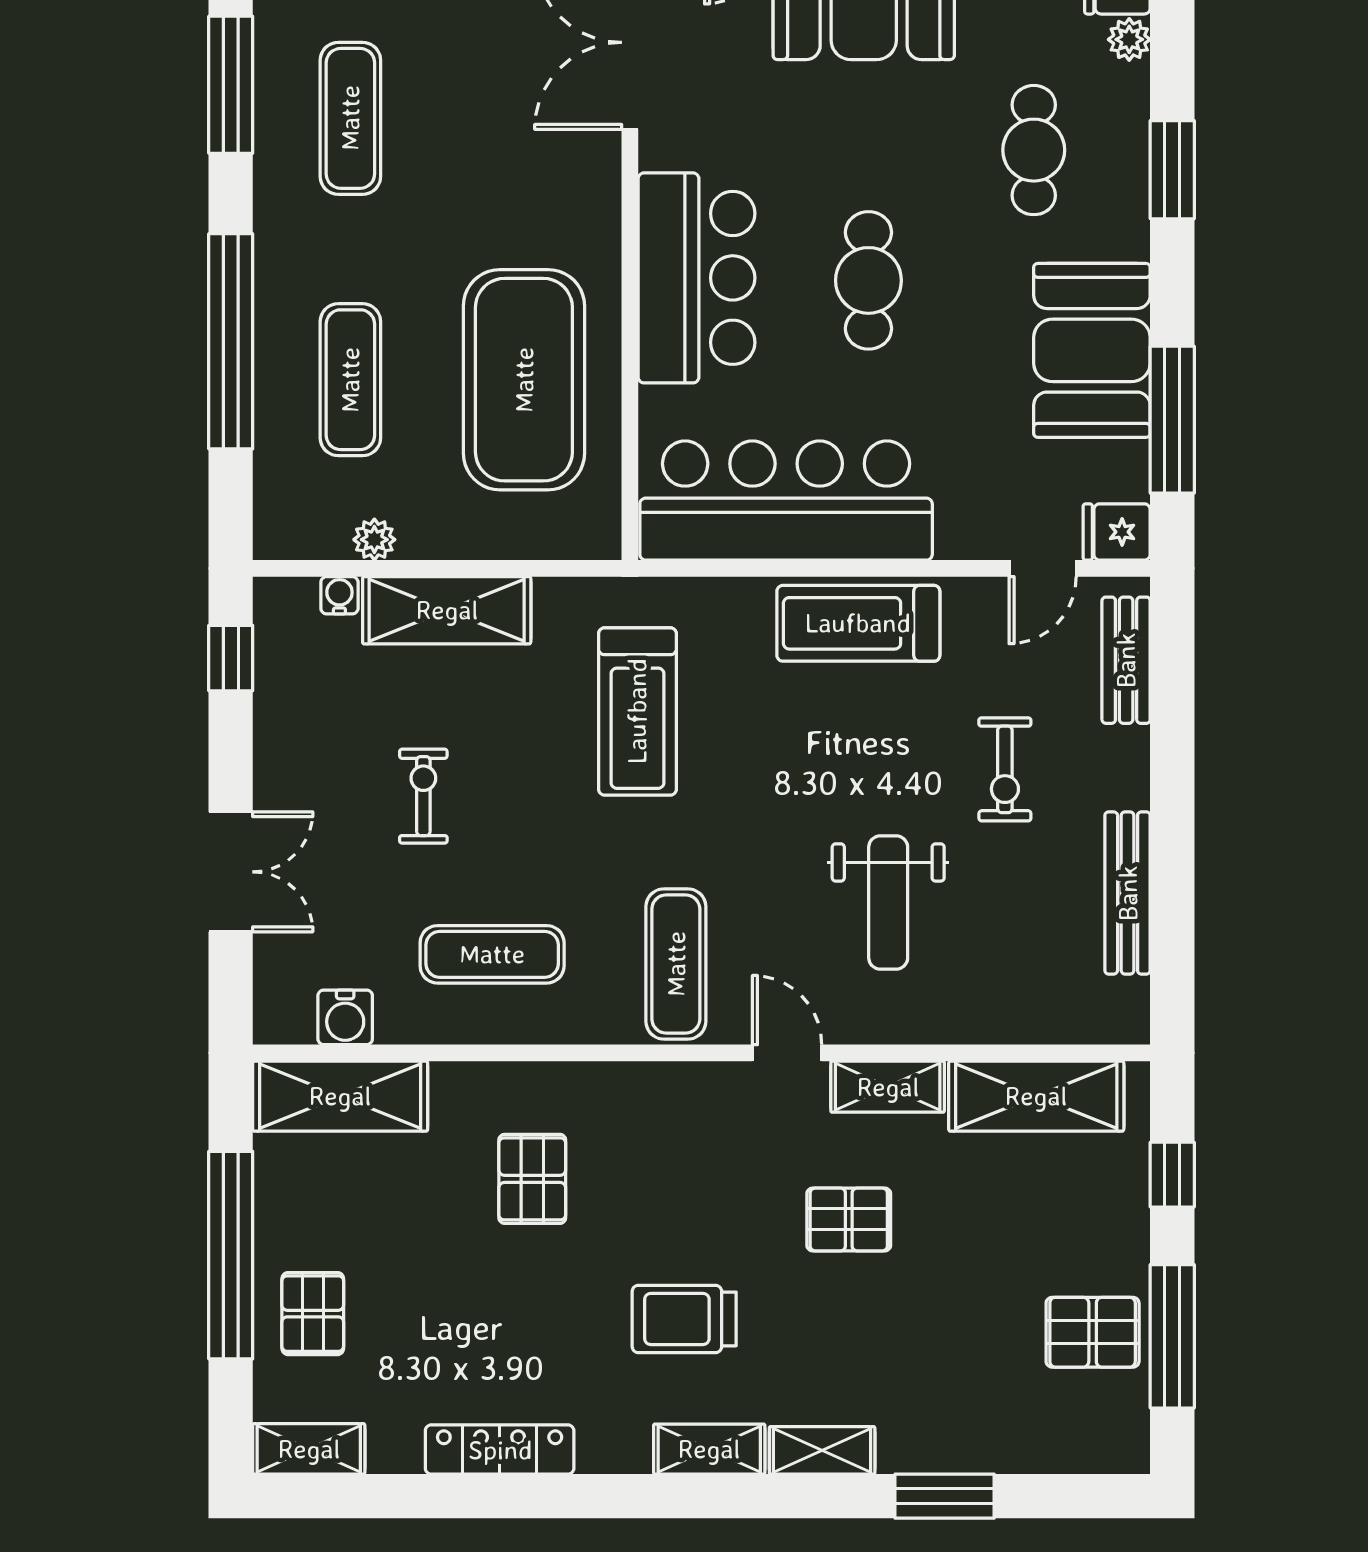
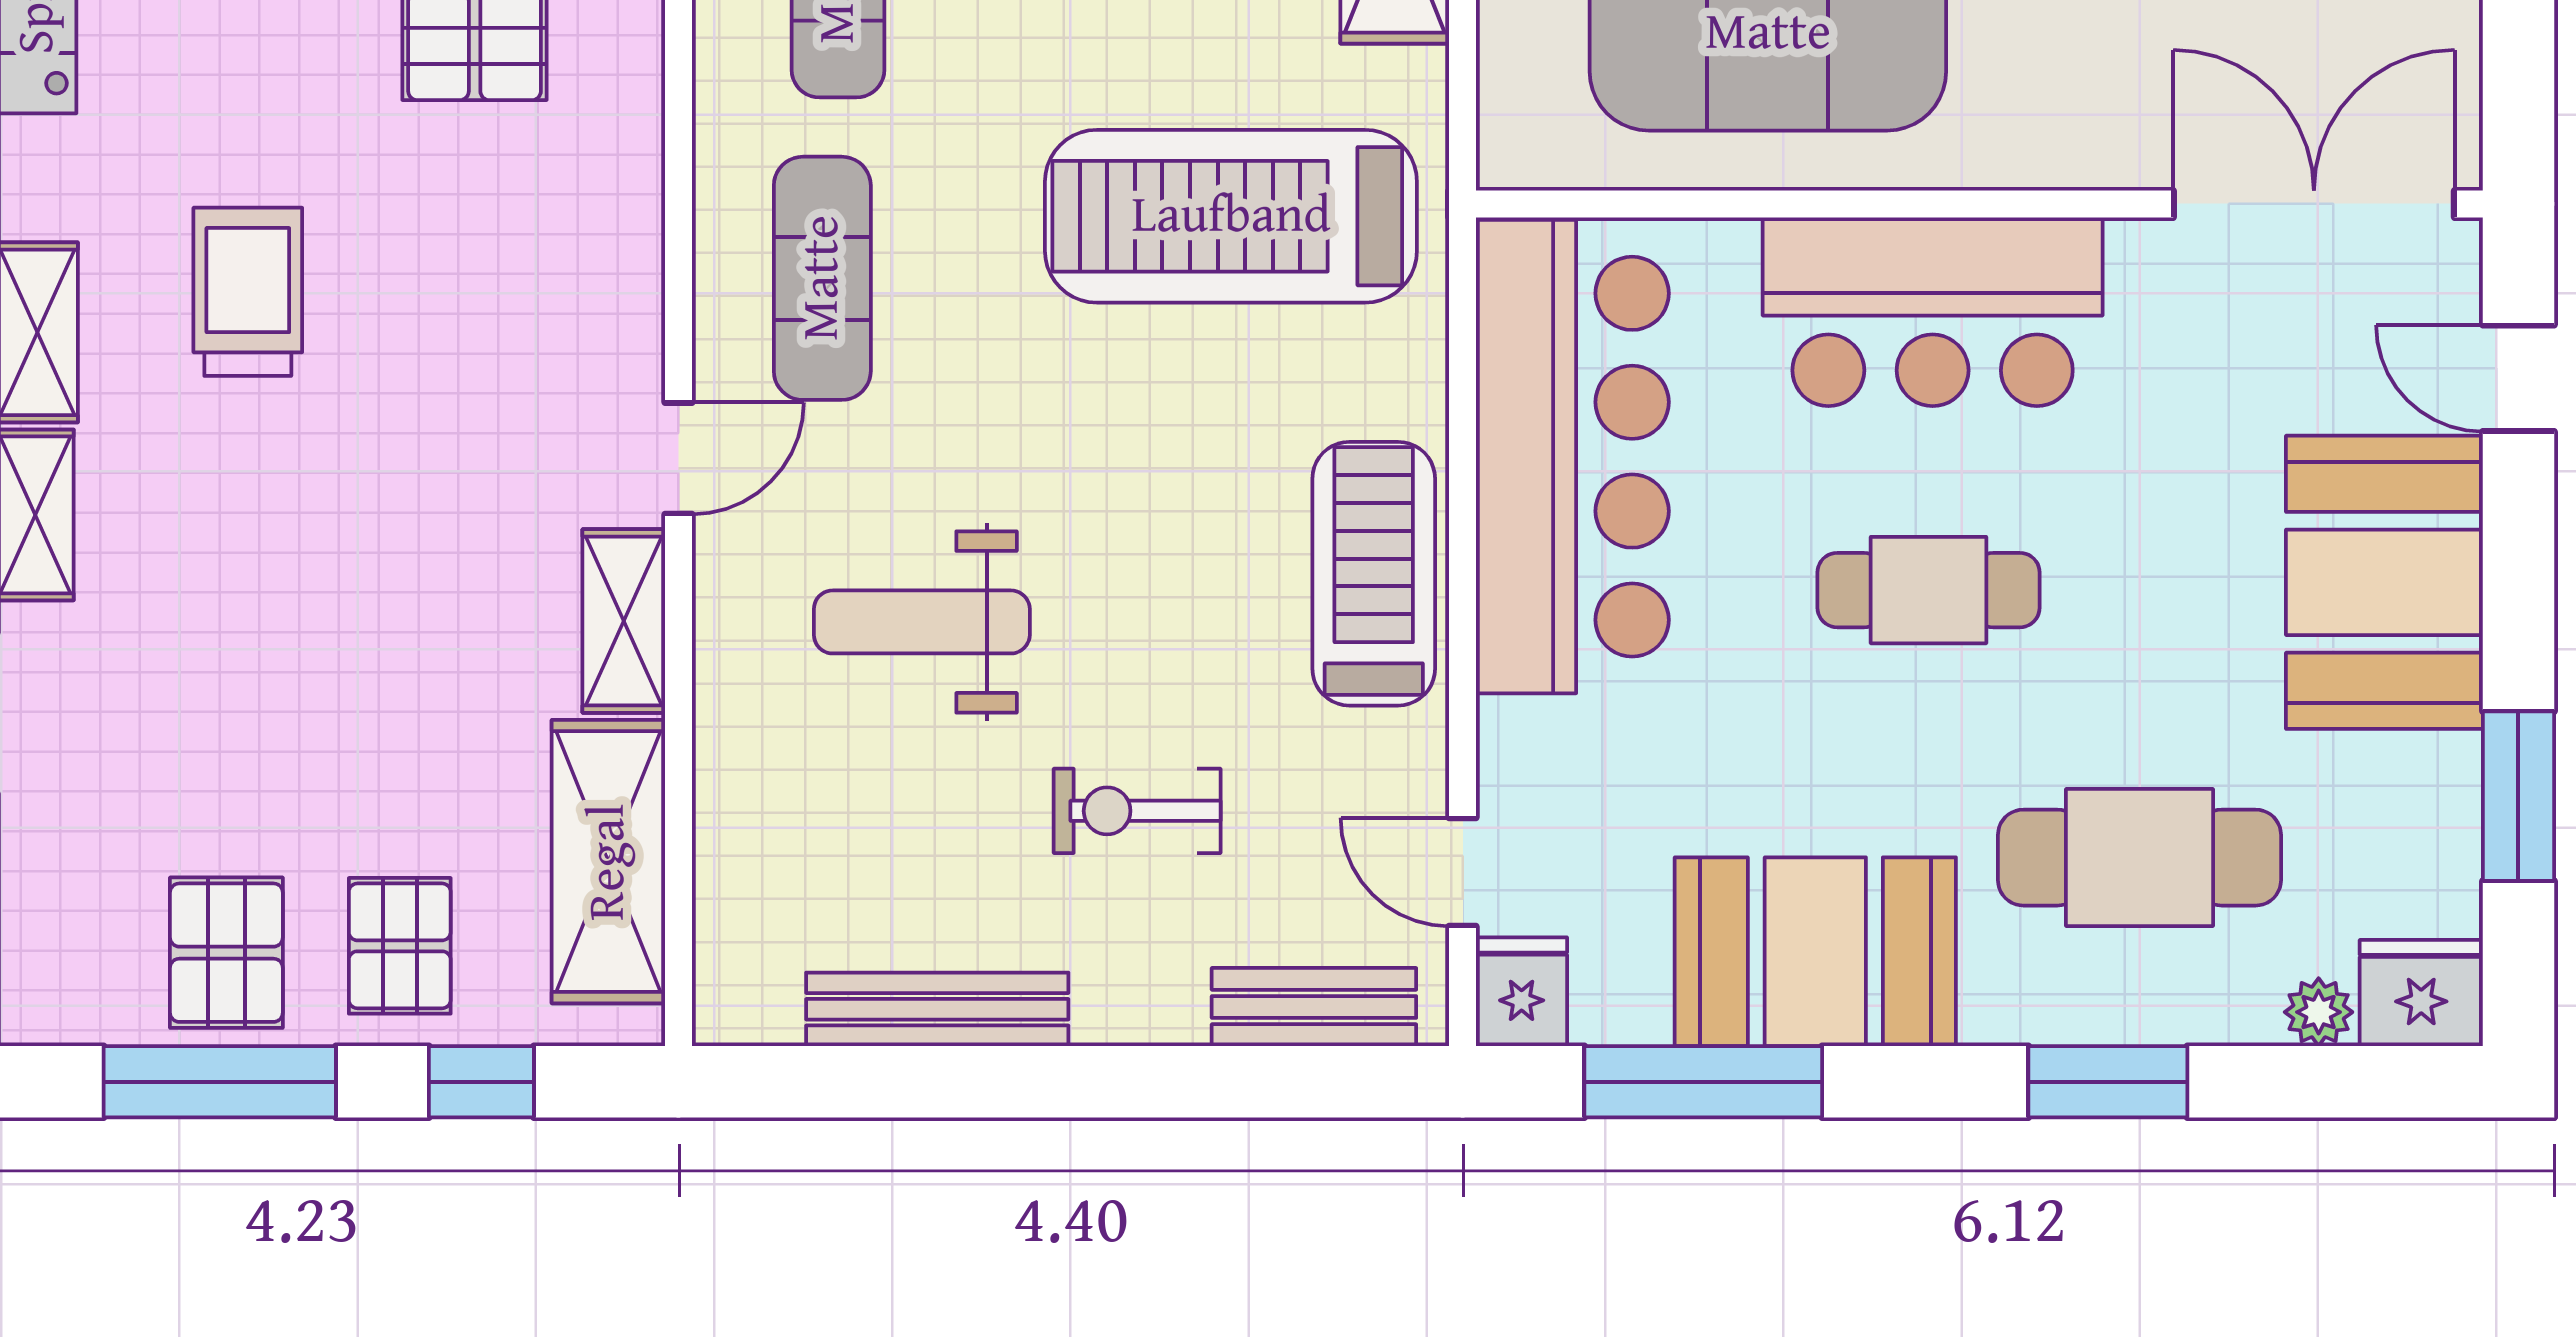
cafe table: (1034, 150) -> (2139, 858), width x1.37, depth x1.35
treadmill: (637, 711) -> (1231, 216), width x1.37, depth x1.38
exercise mat: (676, 964) -> (822, 278), turned 90
pallet: (849, 1219) -> (400, 946), moved

